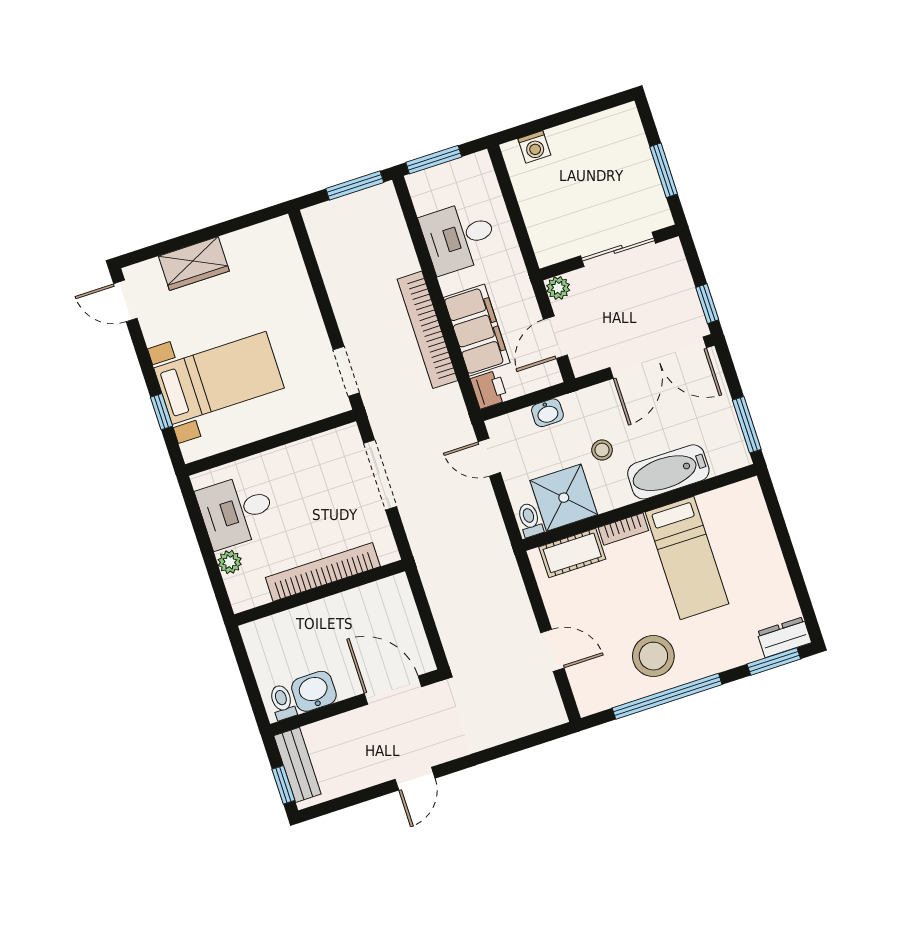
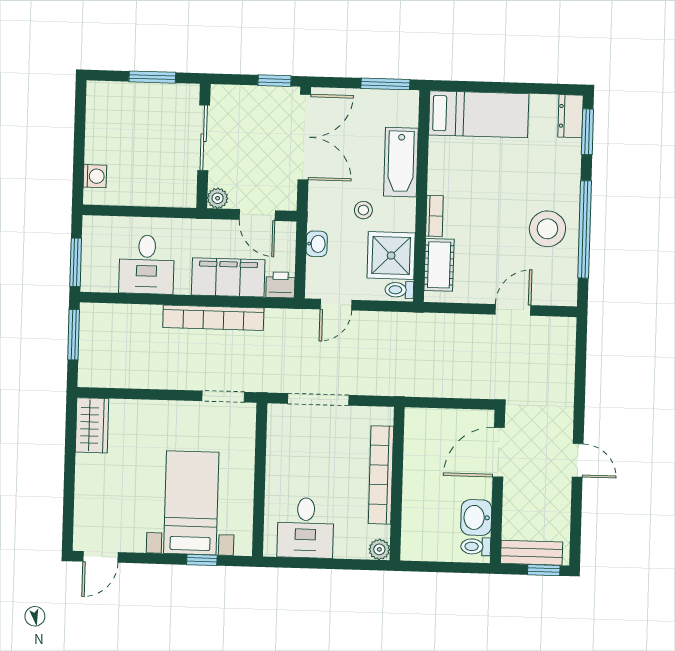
wardrobe: (194, 264) -> (92, 425), moved
bed: (687, 558) -> (479, 114), moved
plant: (230, 562) -> (379, 549), moved

